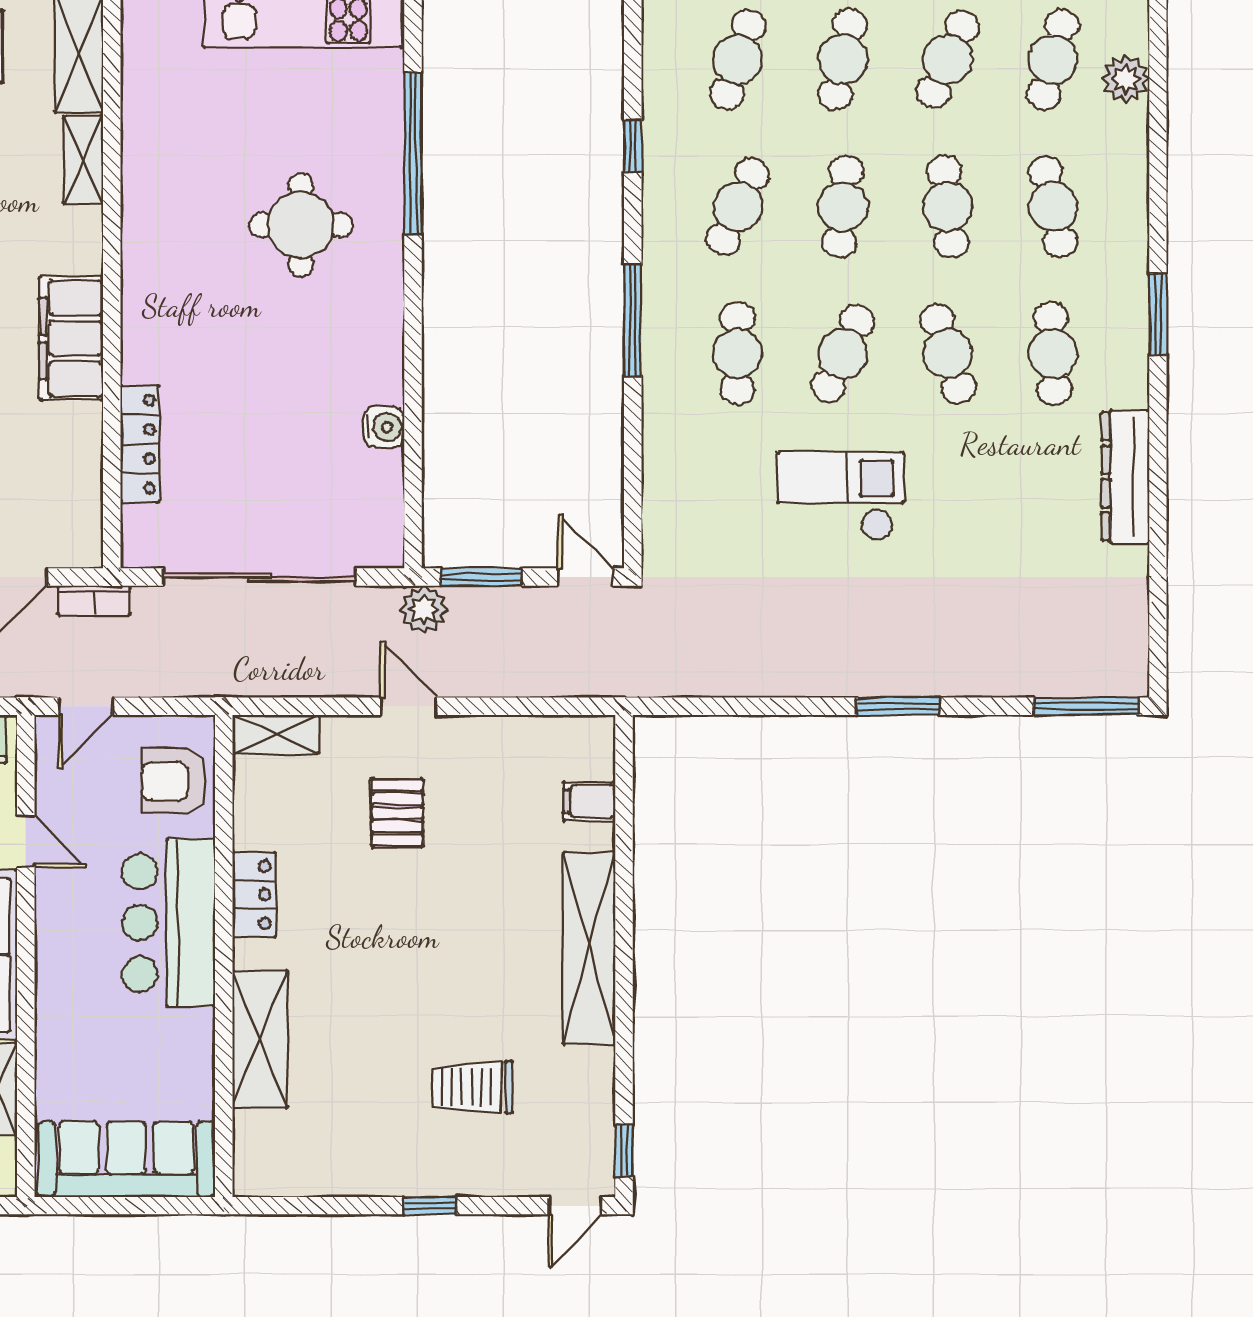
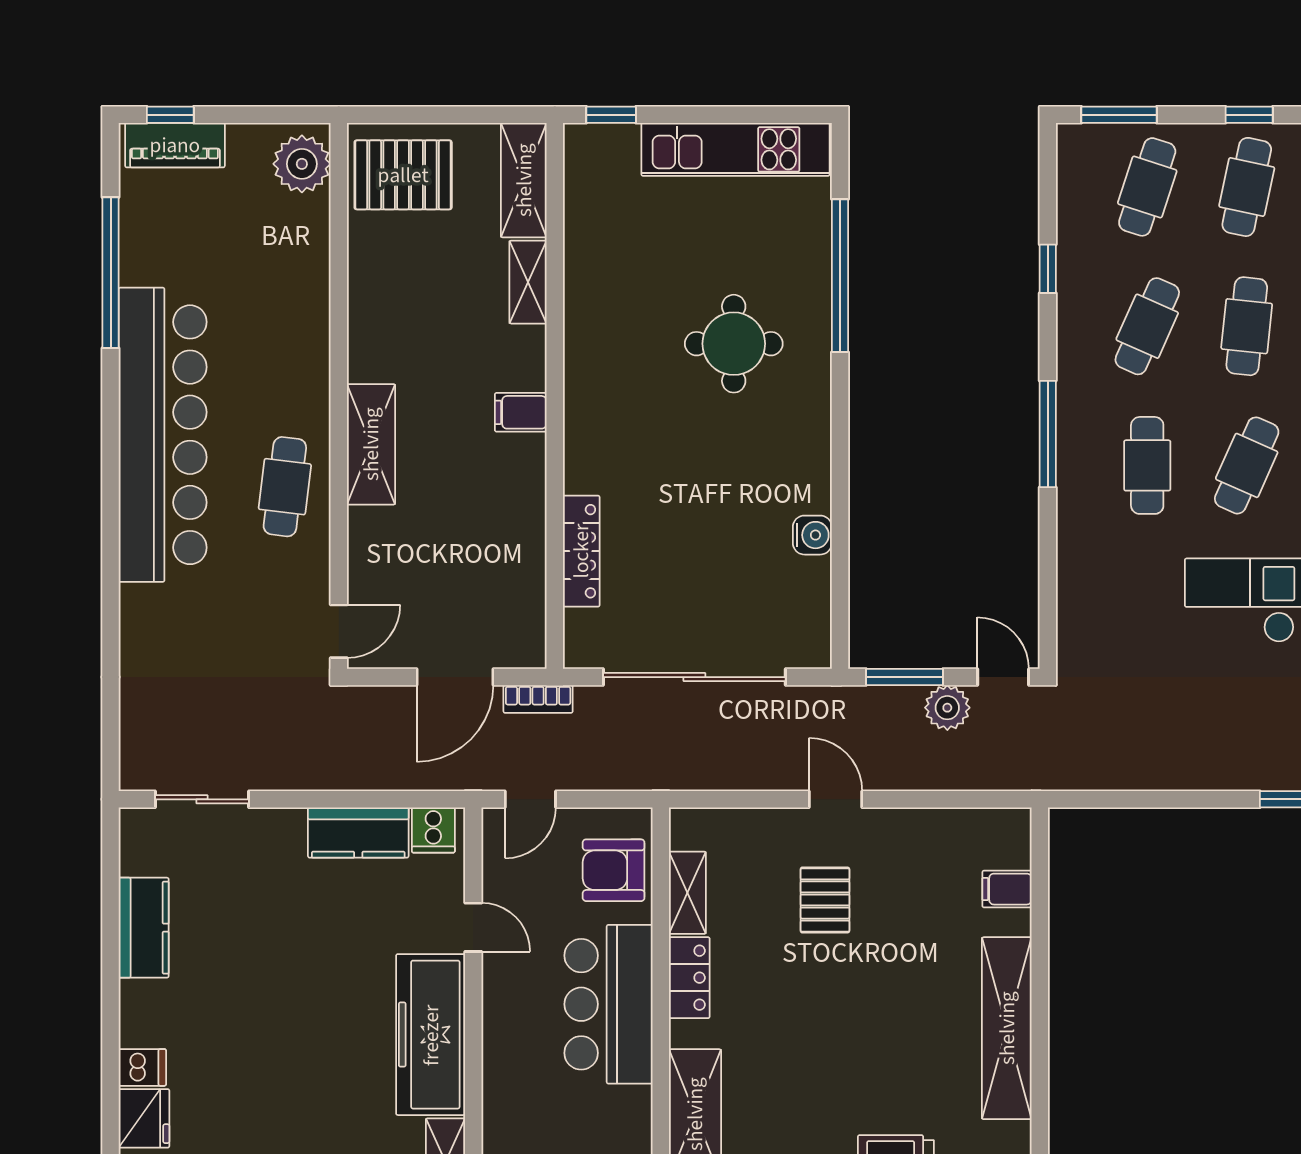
filing cabinet: (71, 339) -> (521, 412), width x0.33, depth x0.86
plant: (424, 609) -> (947, 708), moved
shelving: (276, 734) -> (687, 893), moved, turned 90

